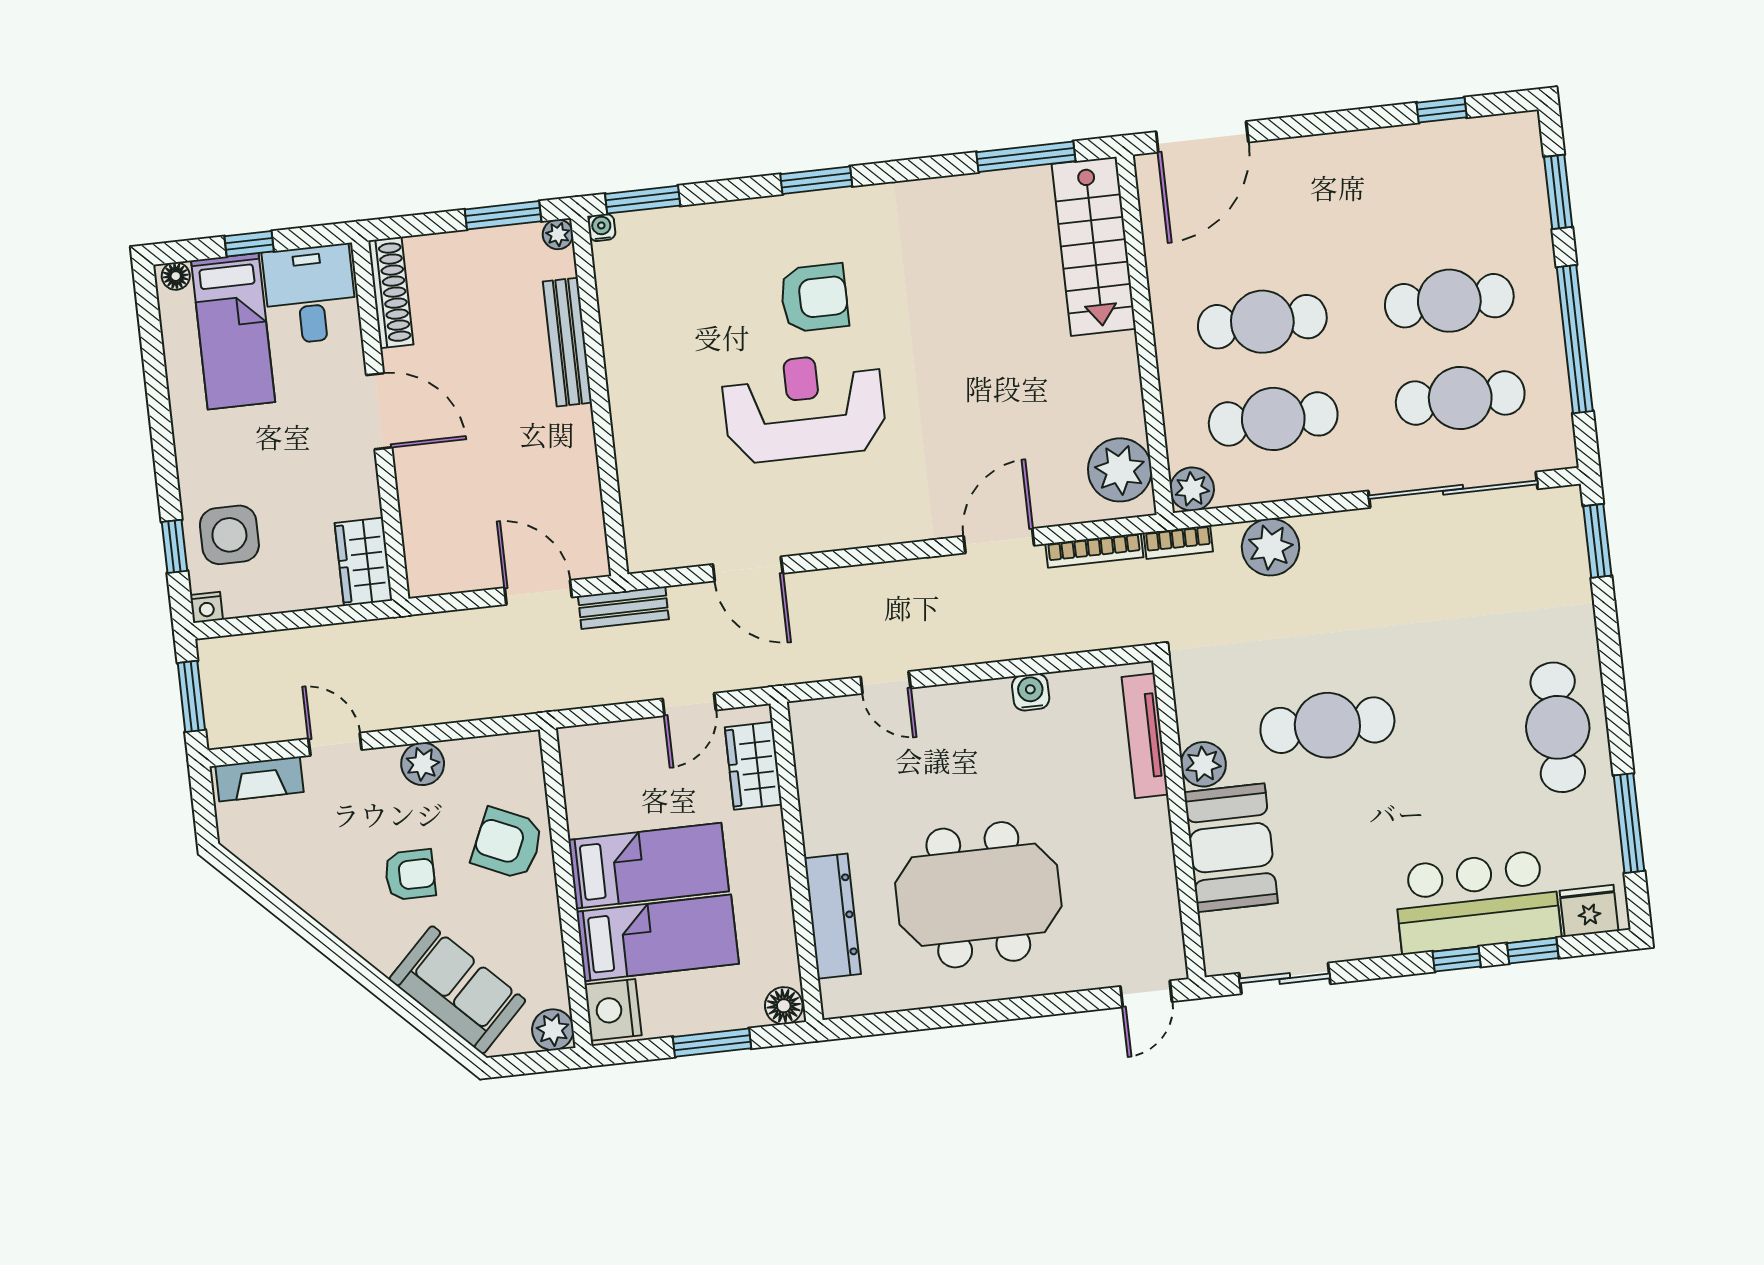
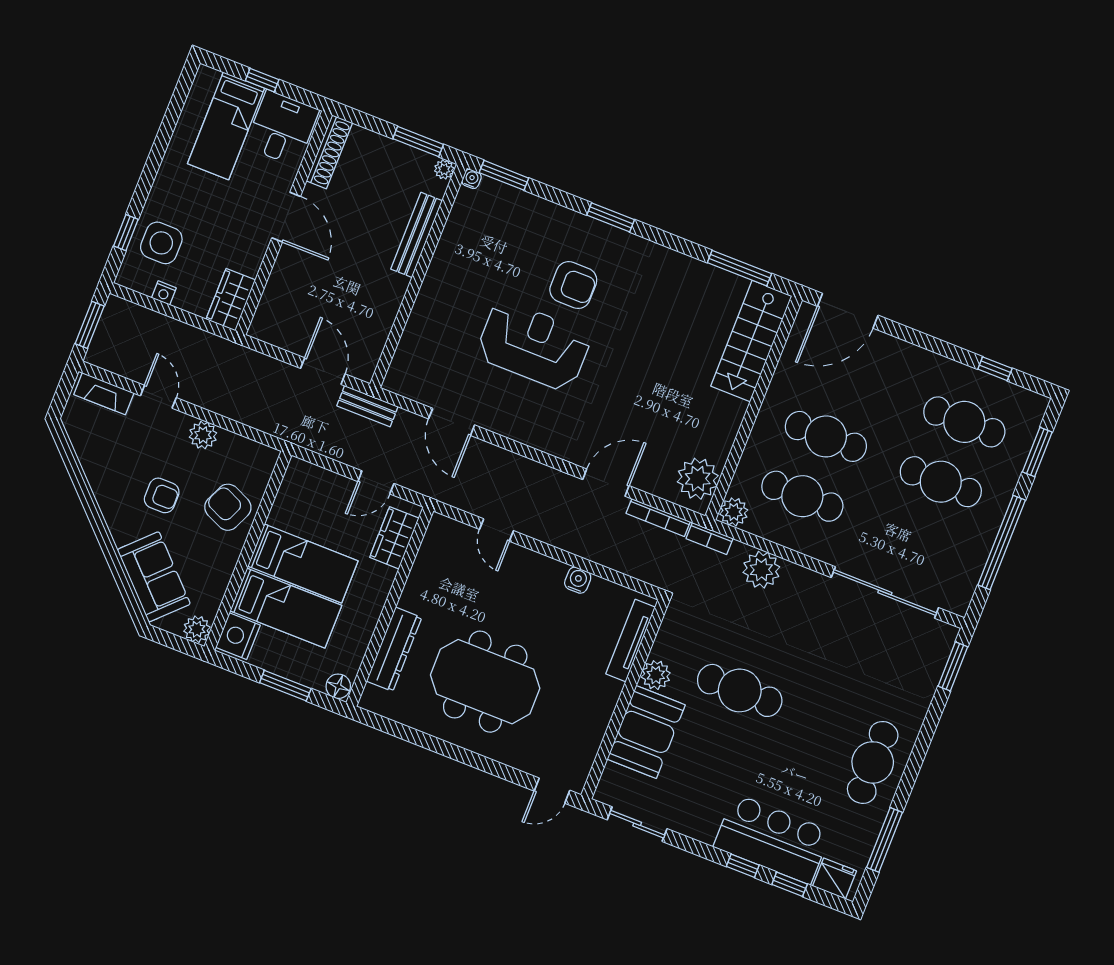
floor lamp: (176, 276) -> (210, 76), removed
cafe table: (1460, 398) -> (964, 422), moved
nightstand: (207, 607) -> (164, 293), moved

